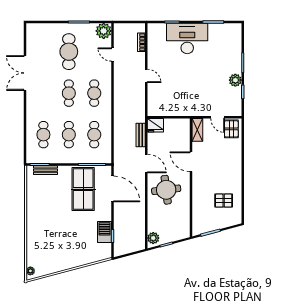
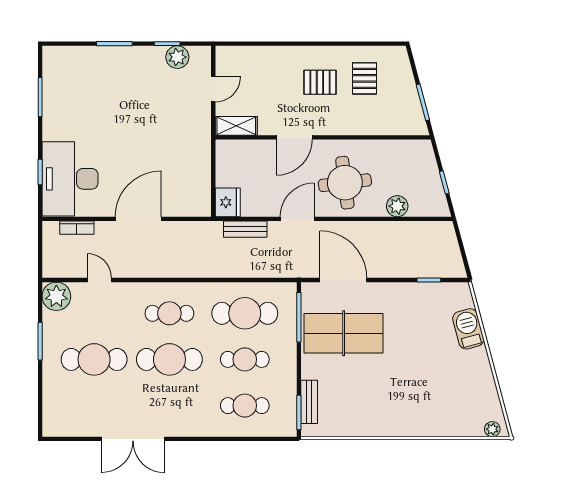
desk: (187, 38) -> (70, 179), moved
door: (113, 55) -> (99, 280), swing flipped
door: (146, 76) -> (138, 219), width x1.87
plant: (235, 80) -> (177, 57), moved
cafe table: (69, 93) -> (169, 359), width x1.37, depth x1.35
pallet: (231, 129) -> (320, 82), moved
cafe table: (94, 135) -> (245, 313), width x1.37, depth x1.35
door: (113, 189) -> (343, 280), hinge flipped
barbecue: (105, 232) -> (468, 329), moved, turned 75
plant: (153, 238) -> (397, 206), moved

